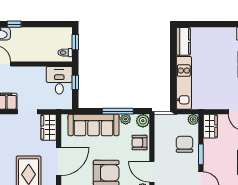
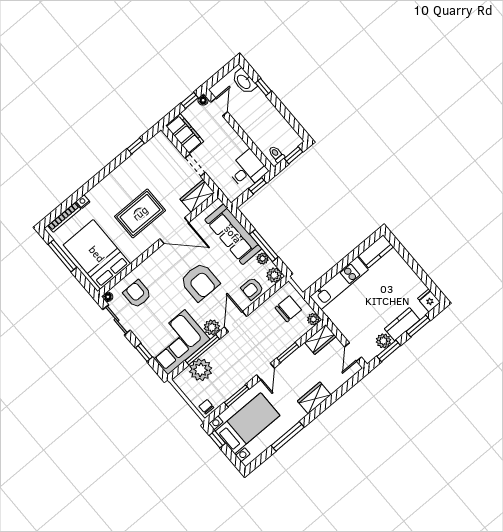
armchair: (139, 143) -> (252, 289), turned -90
chair: (185, 144) -> (288, 309), moved

